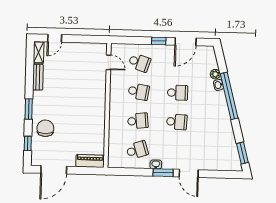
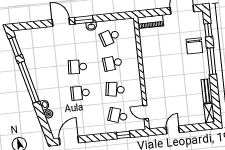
door: (55, 38) -> (173, 130), moved
window: (159, 41) -> (123, 135), moved
door: (186, 42) -> (69, 141), moved
window: (229, 96) -> (29, 82), moved
window: (29, 109) -> (211, 61), width x1.44

